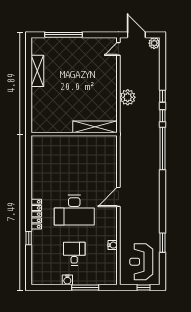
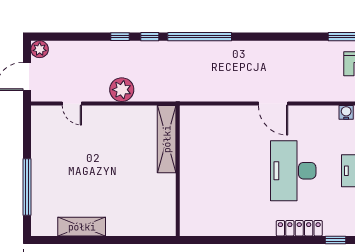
door: (118, 49) -> (72, 104), moved
desk: (74, 210) -> (293, 171), turned 180

